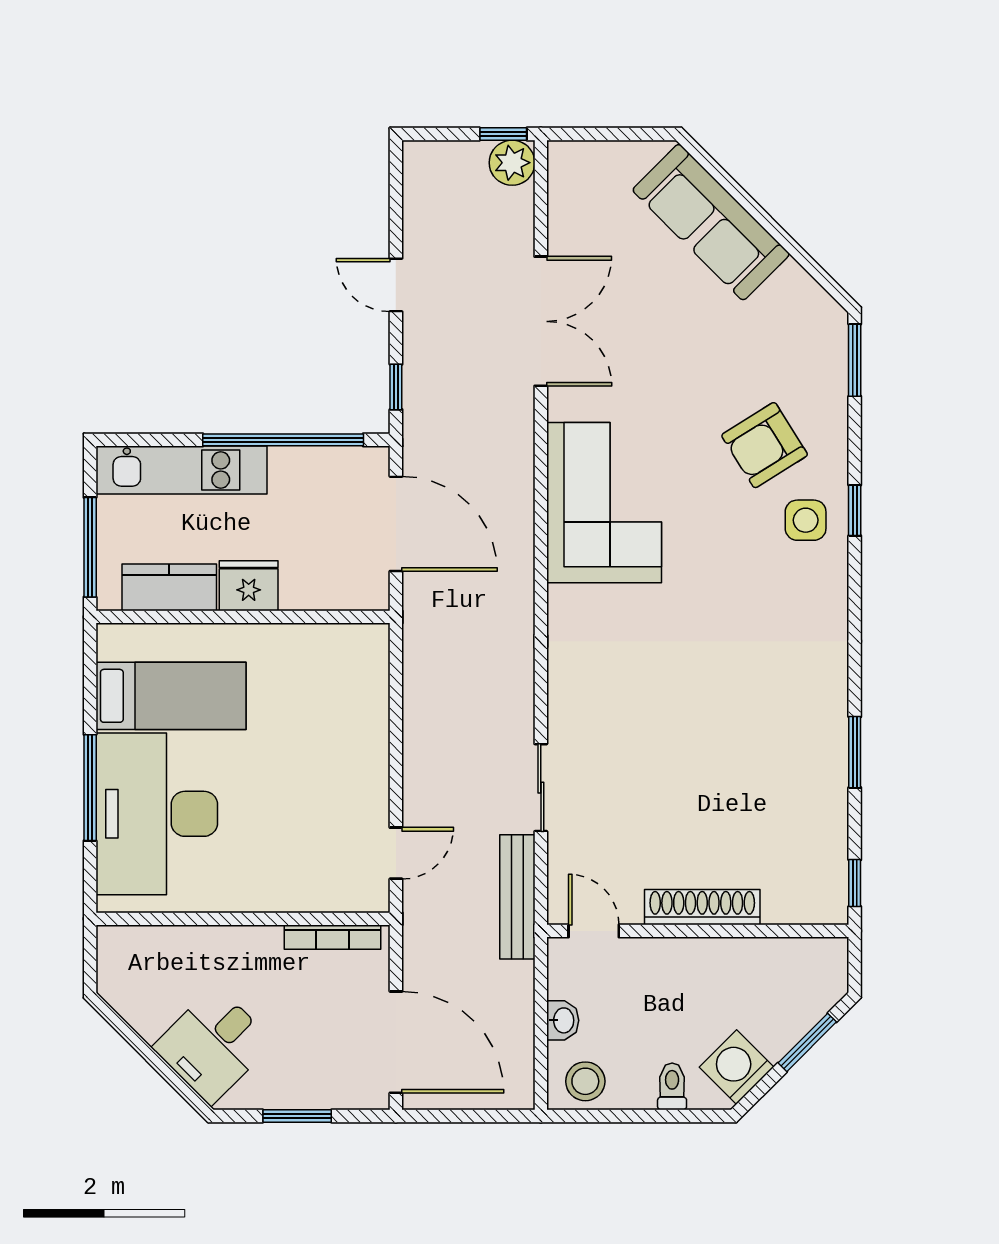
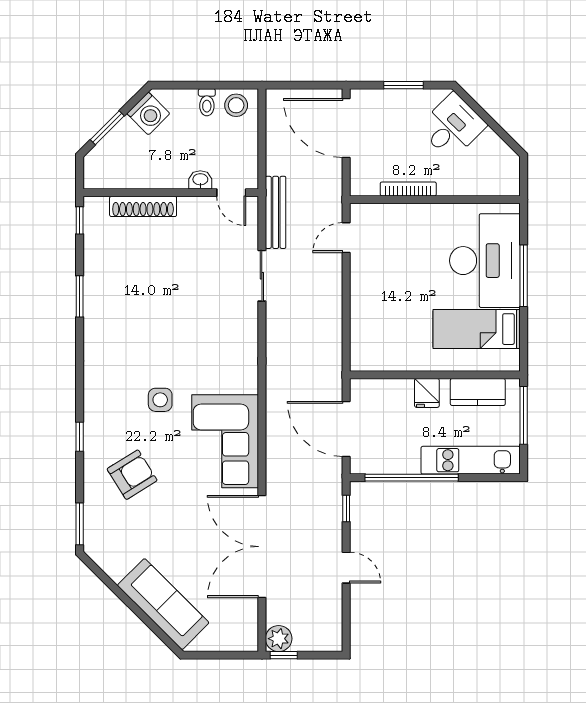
double door: (541, 321) -> (262, 547), width x1.36
side table: (806, 520) -> (160, 400), moved
fridge: (249, 586) -> (427, 393), width x0.72
shoe rack: (702, 907) -> (143, 206), moved
bookcase: (332, 937) -> (408, 189), moved
washbasin: (563, 1020) -> (200, 180), moved, turned 90
toilet: (672, 1086) -> (207, 102), moved

